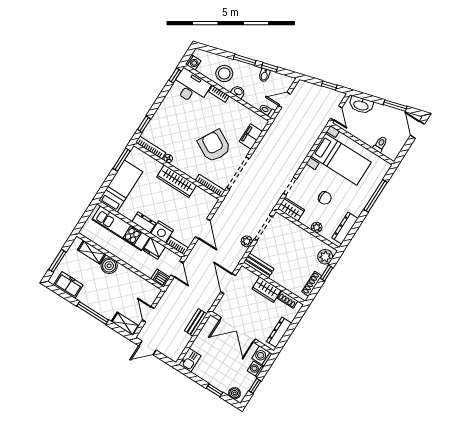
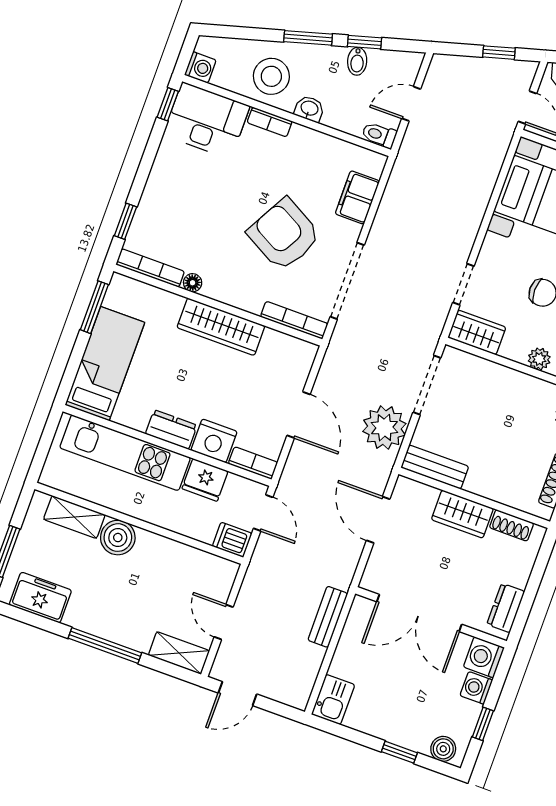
plant: (247, 241) -> (384, 428), width x1.88, depth x1.88
dresser: (279, 332) -> (506, 608), width x0.70

